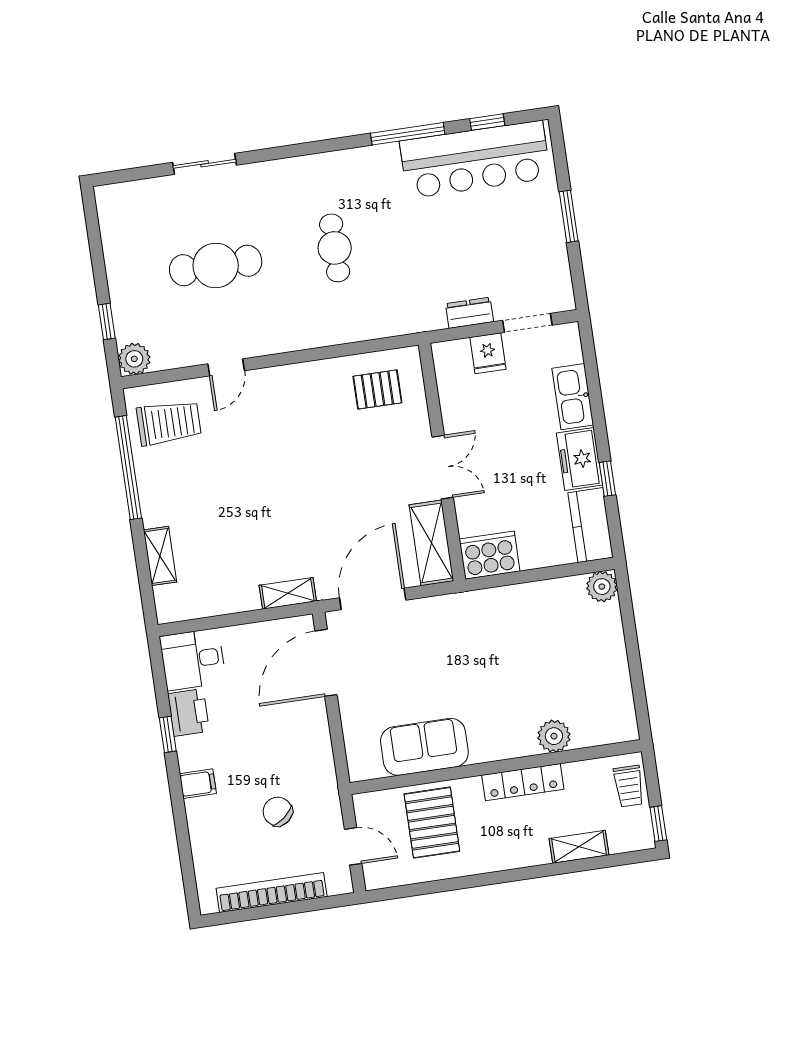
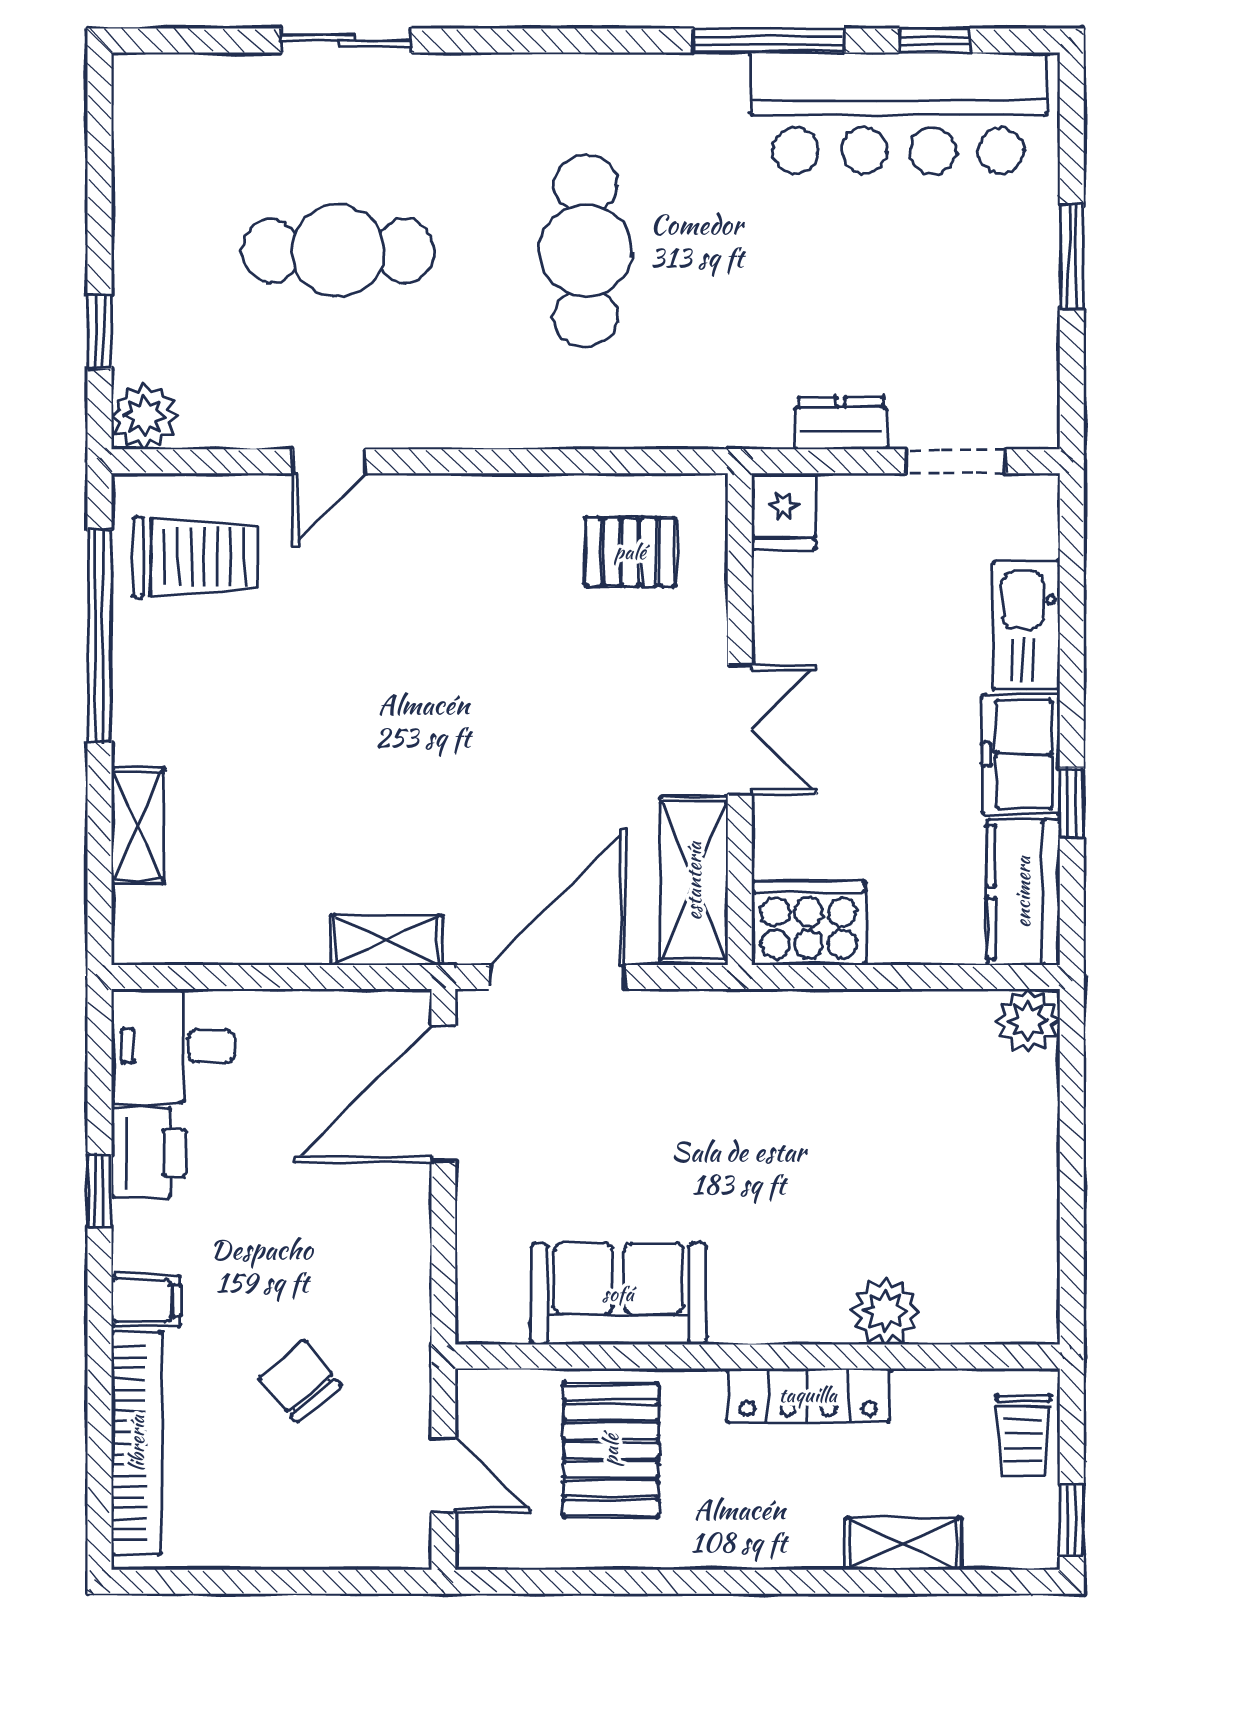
cafe table: (335, 248) -> (586, 251), width x1.37, depth x1.35
fridge: (488, 353) -> (784, 511), moved
bookcase: (272, 893) -> (137, 1443), moved, turned 90

